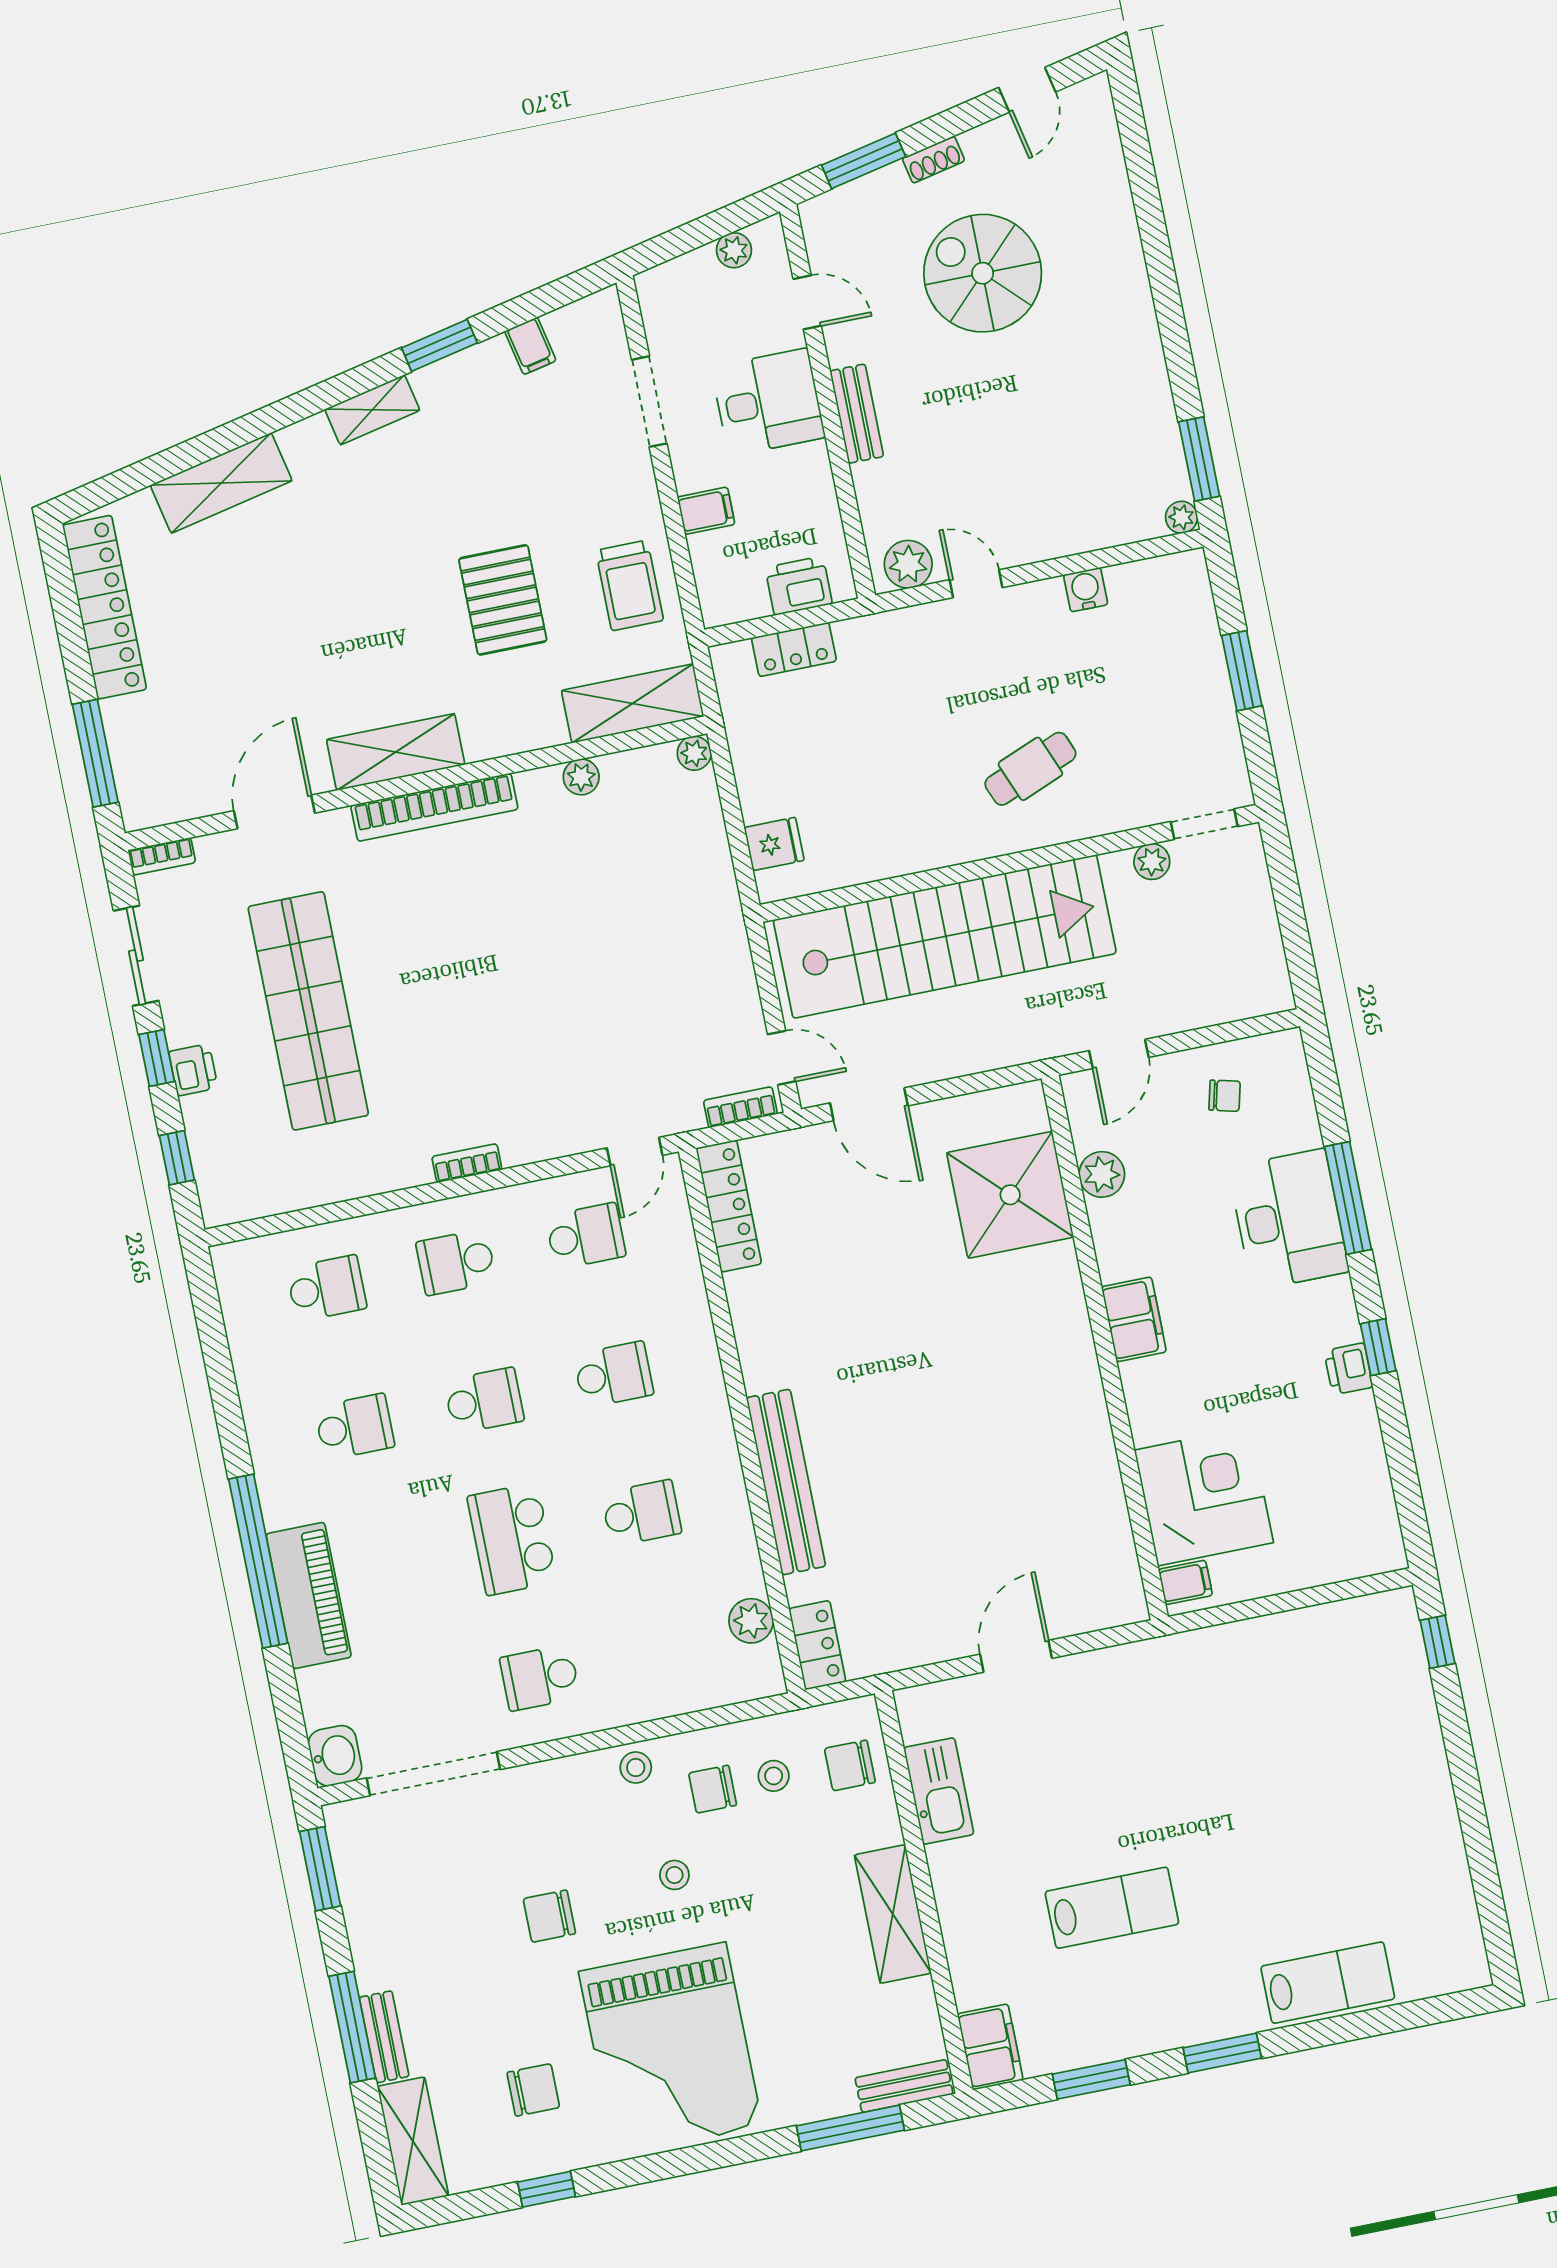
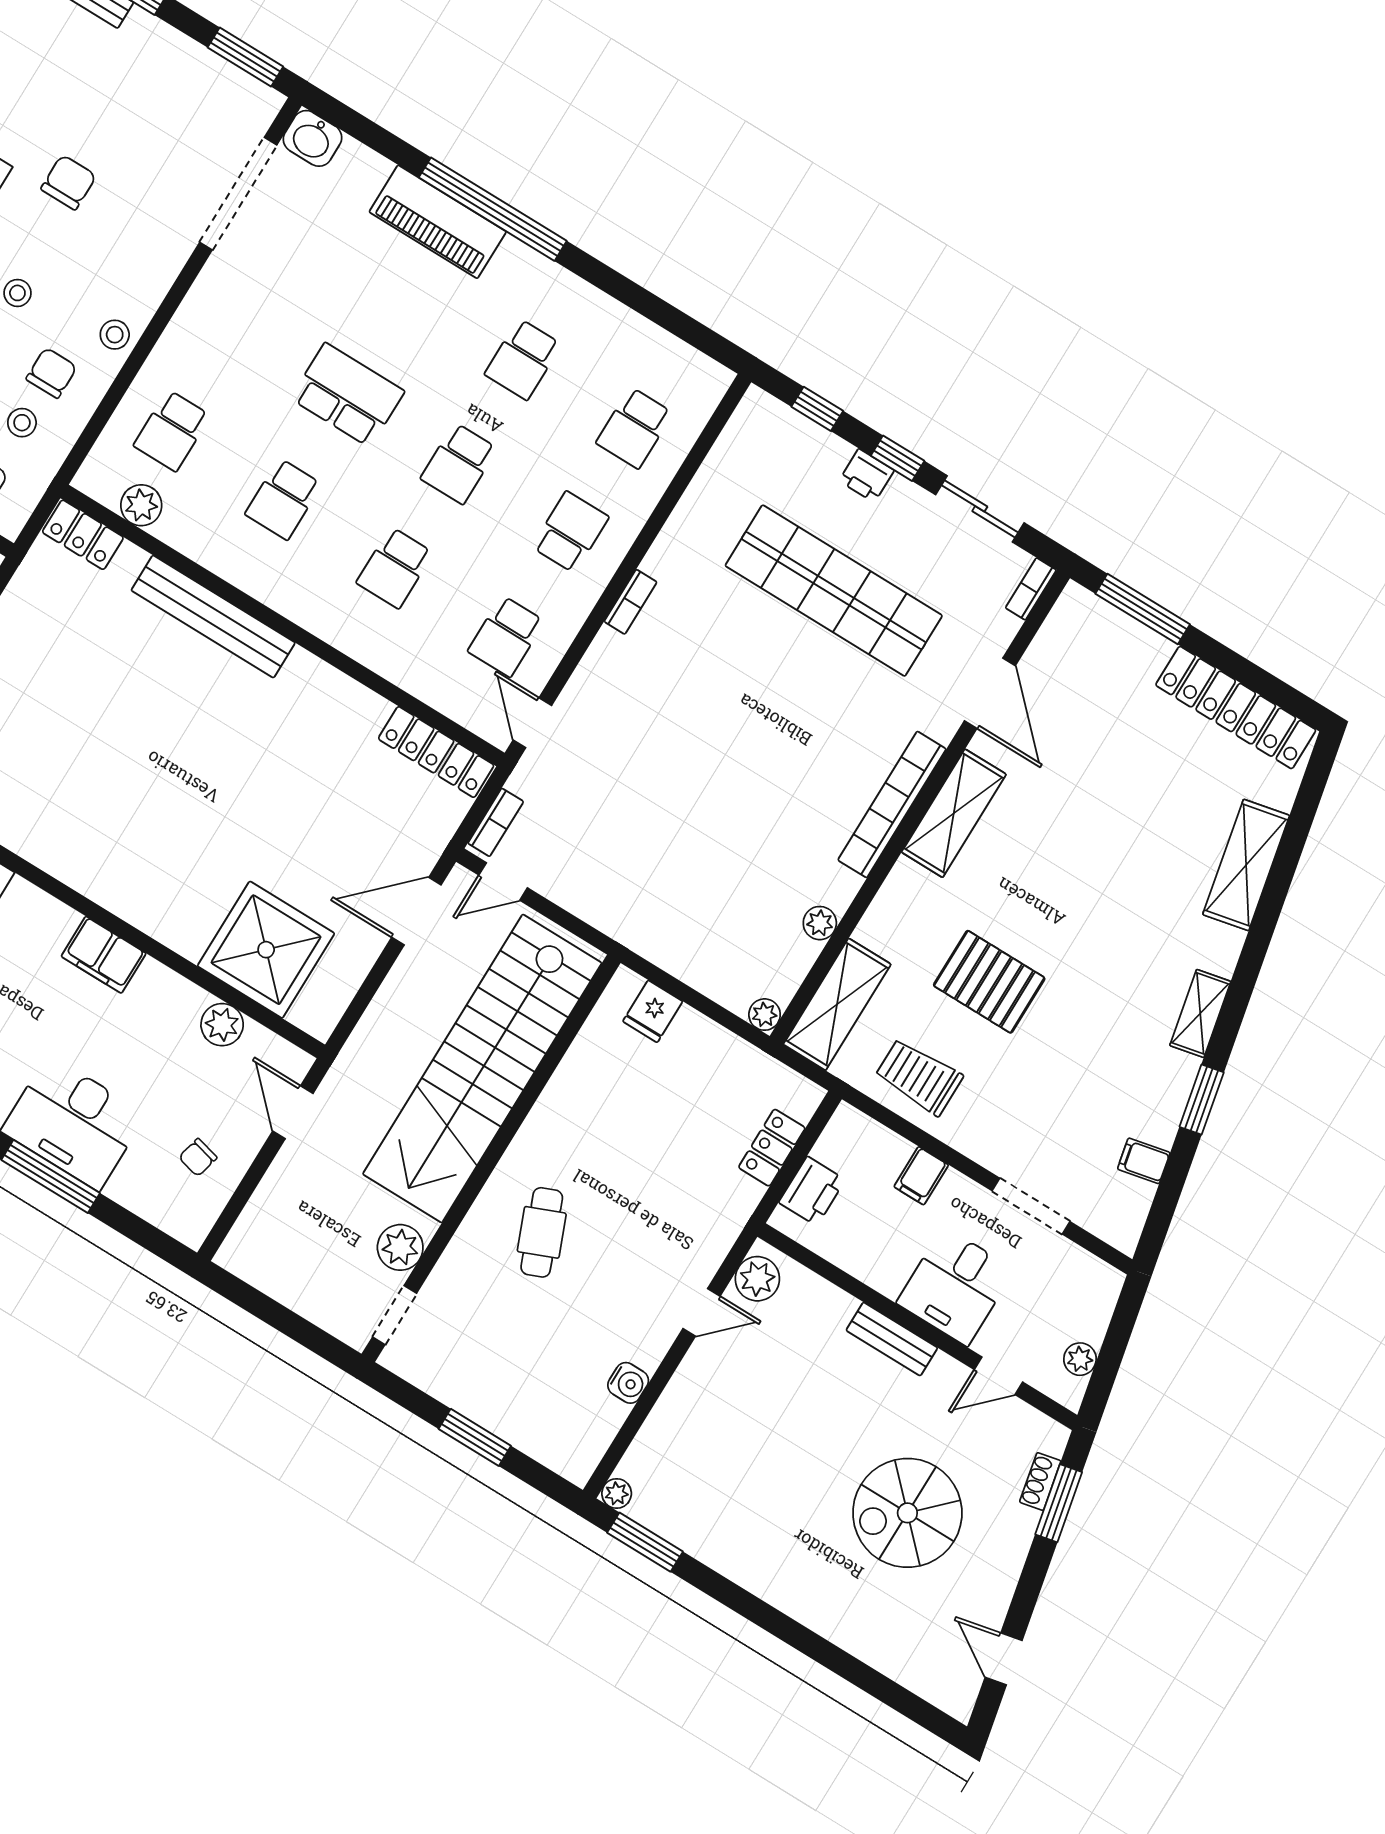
shoe rack: (933, 160) -> (1040, 1481), moved
spiral stairs: (983, 273) -> (907, 1513), turned 180
plant: (1152, 862) -> (400, 1247), width x1.38, depth x1.38
school desk: (540, 1678) -> (172, 431), moved, turned 180

